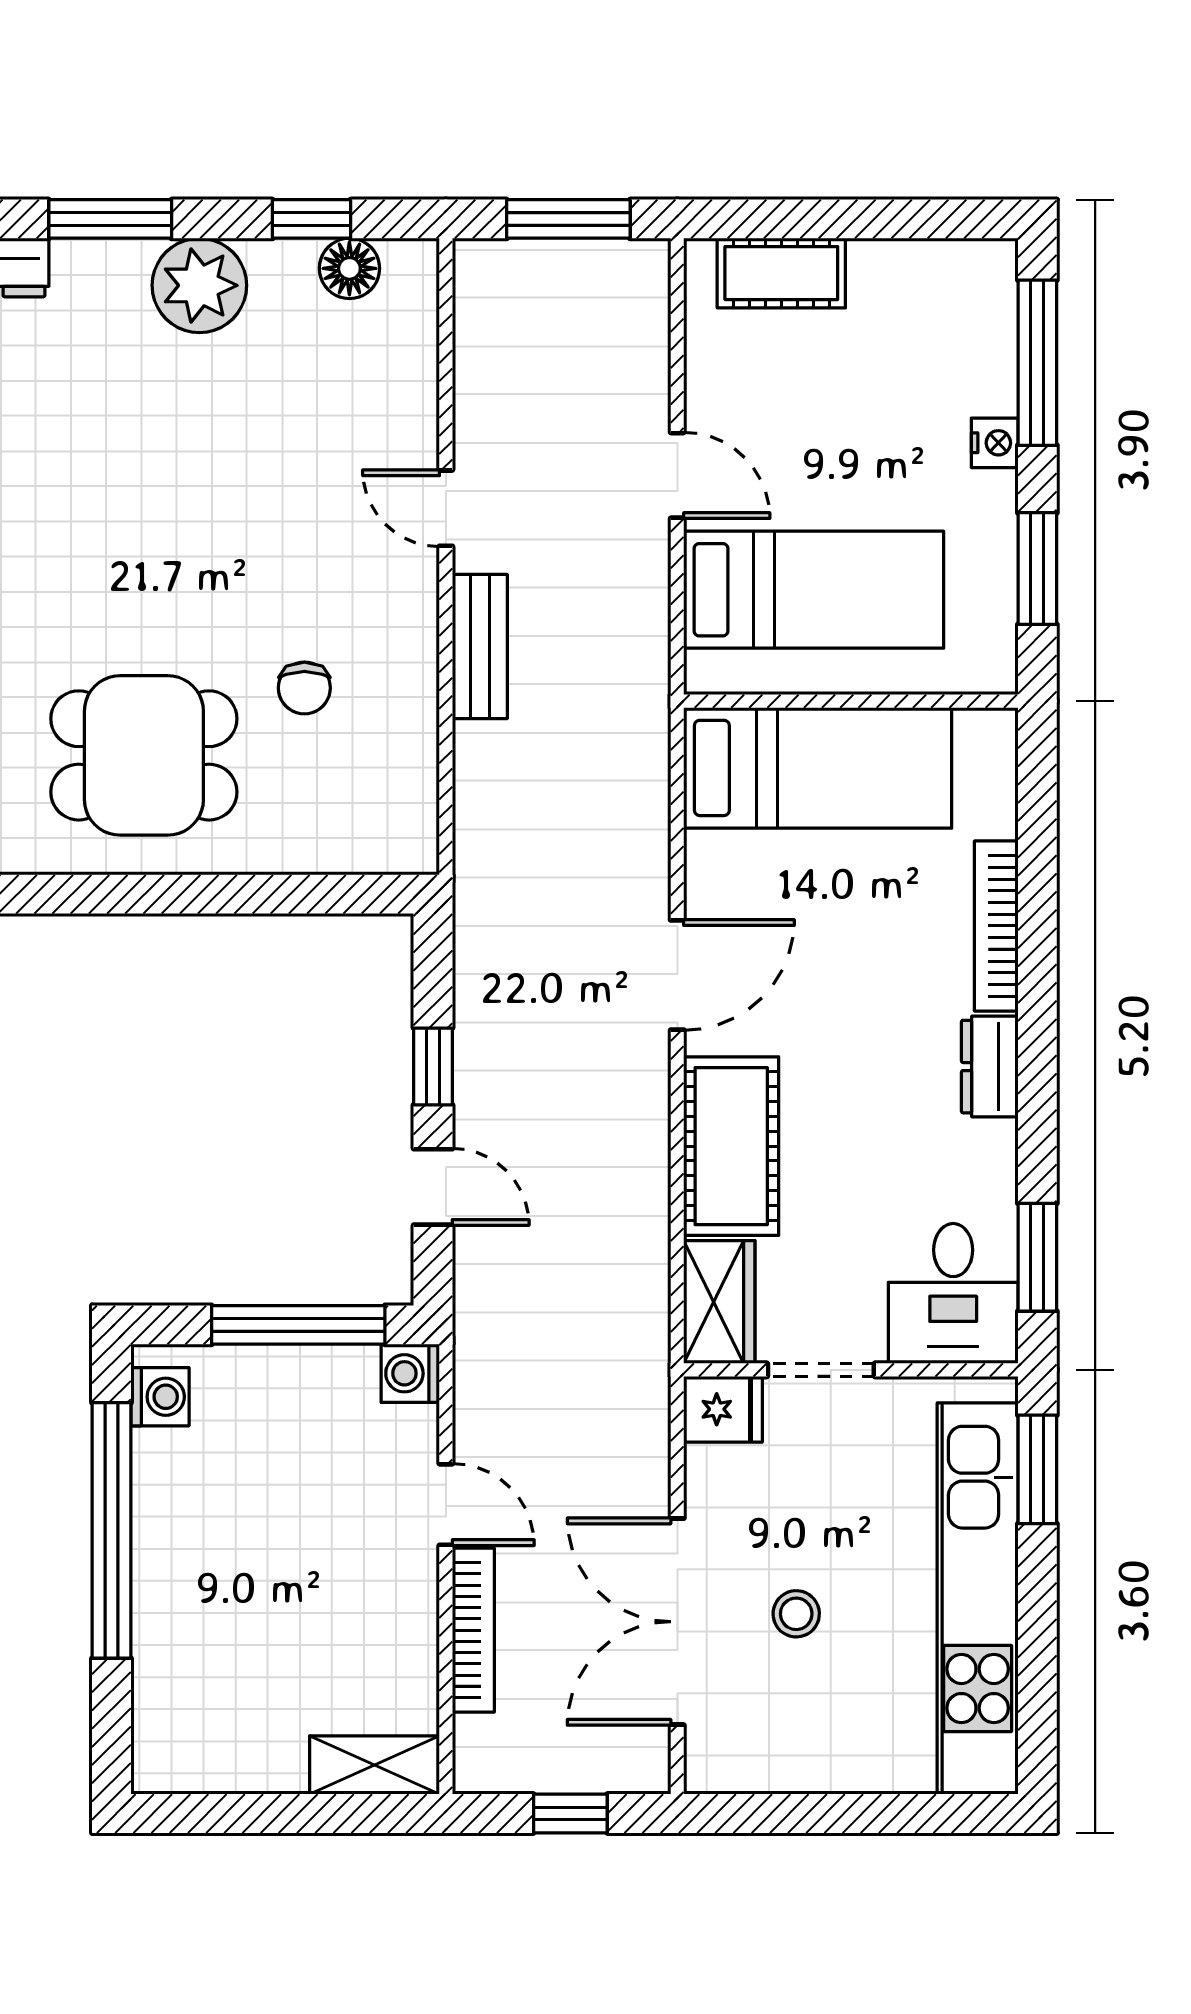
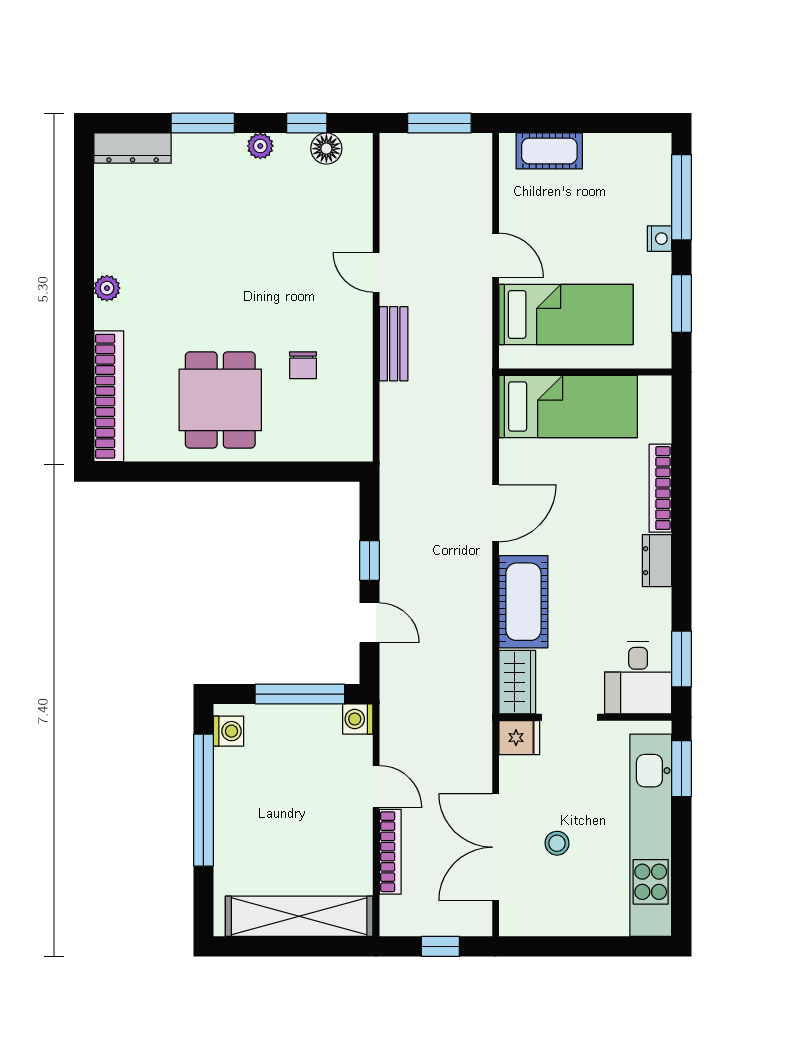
plant: (199, 285) -> (260, 146), width x0.53, depth x0.53
dining table: (144, 755) -> (220, 400), turned 90
shelving: (374, 1765) -> (299, 916), width x2.20, depth x1.33

